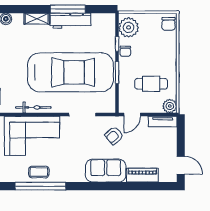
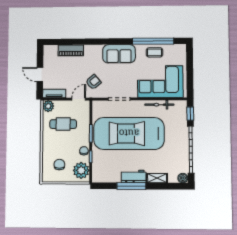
workbench: (70, 21) -> (134, 176), width x0.73
chair: (169, 24) -> (59, 165), moved
door: (181, 165) -> (40, 75), moved
sofa: (106, 171) -> (119, 54), moved

